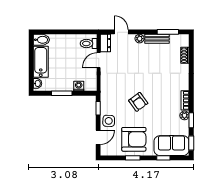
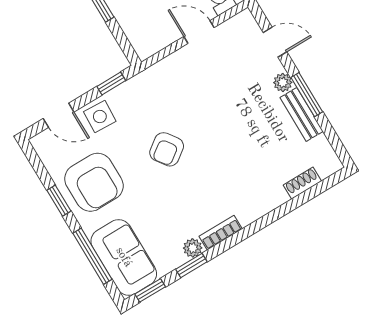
door: (121, 32) -> (275, 42), hinge flipped
window: (168, 32) -> (307, 95), moved
dresser: (105, 43) -> (237, 25), removed
washing machine: (79, 86) -> (130, 24), removed
window: (163, 158) -> (92, 256), width x2.17

